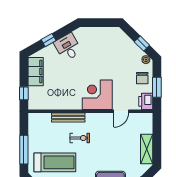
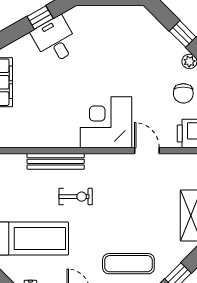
window: (49, 40) -> (40, 17), moved
door: (121, 111) -> (147, 151), swing flipped

